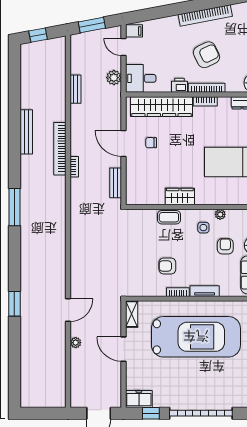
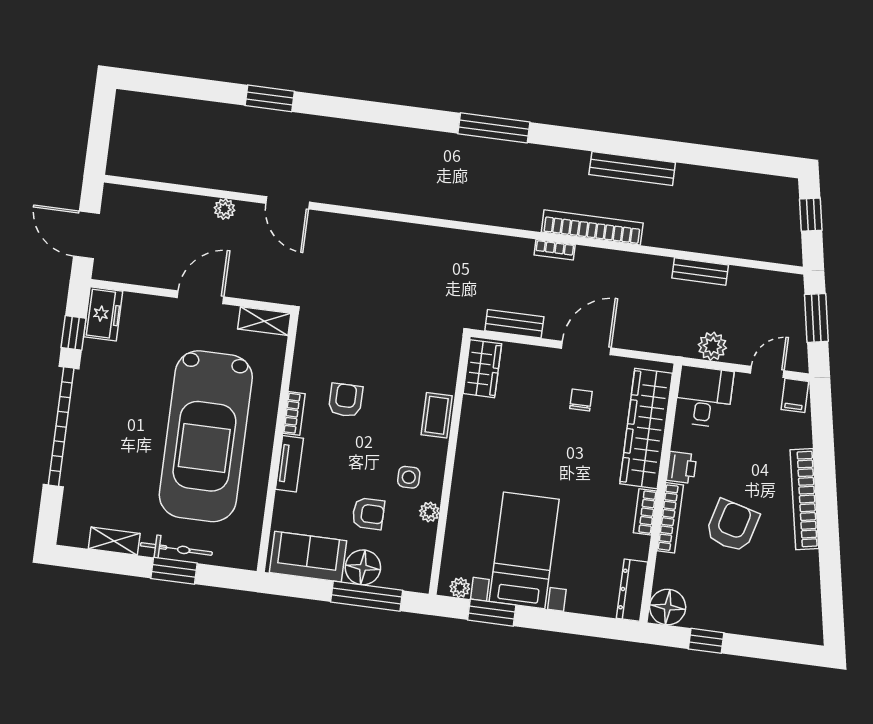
bookcase: (205, 15) -> (804, 499), moved
armchair: (207, 55) -> (732, 526), turned -139
wardrobe: (180, 197) -> (482, 369), moved
window: (14, 304) -> (270, 98), moved

